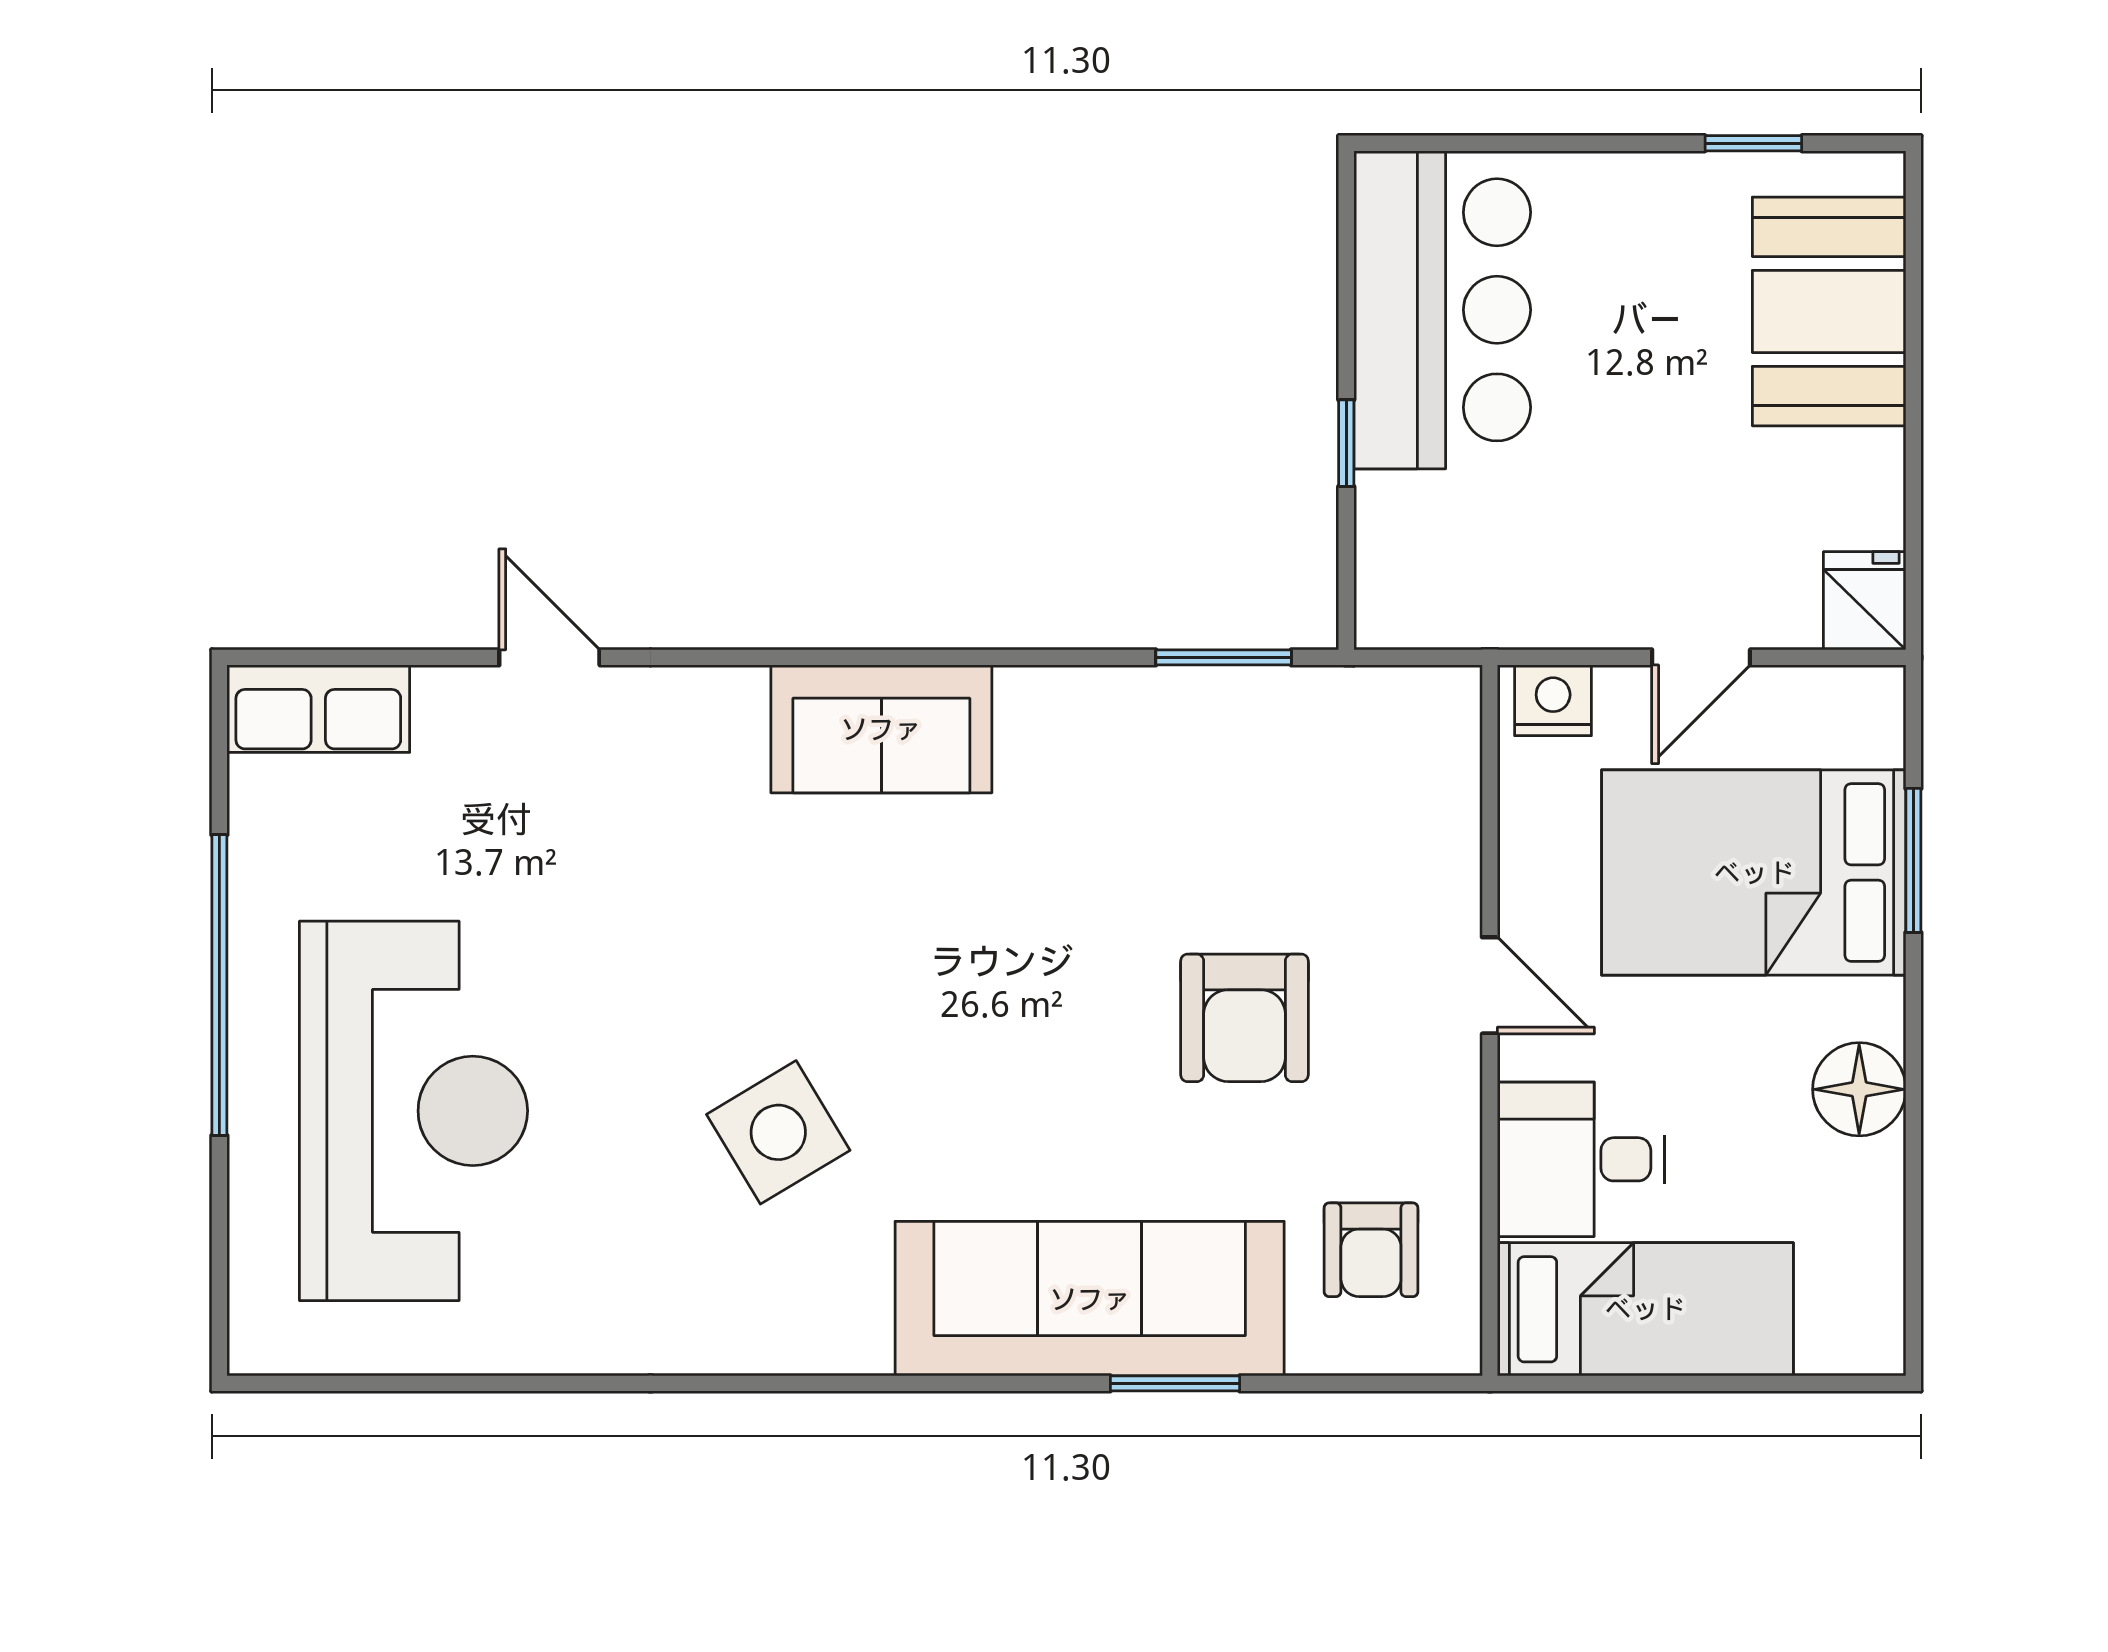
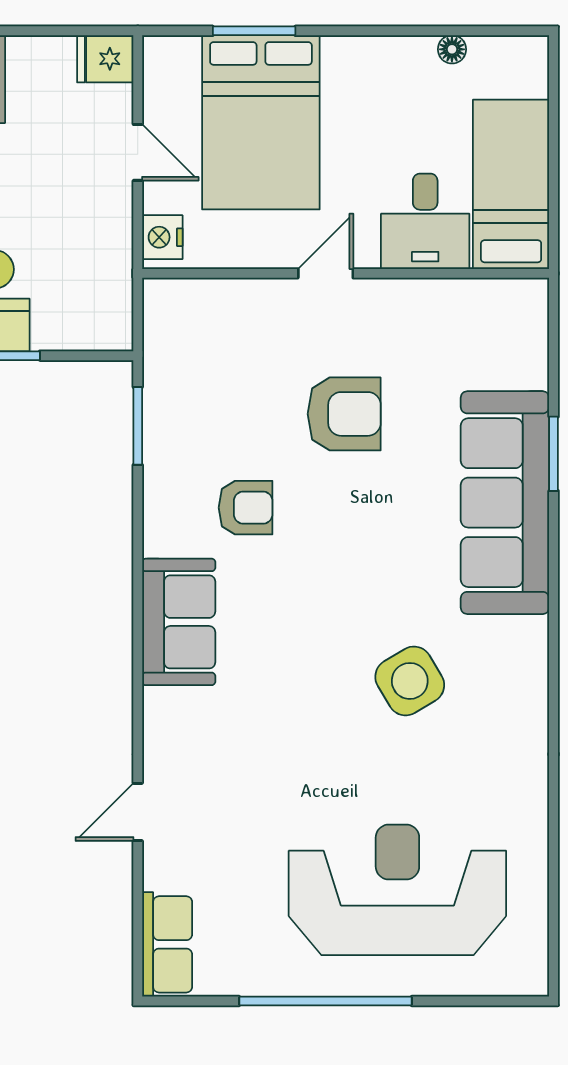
floor lamp: (1859, 1089) -> (452, 49), moved, width x0.53, depth x0.53
armchair: (1371, 1250) -> (246, 508), moved

